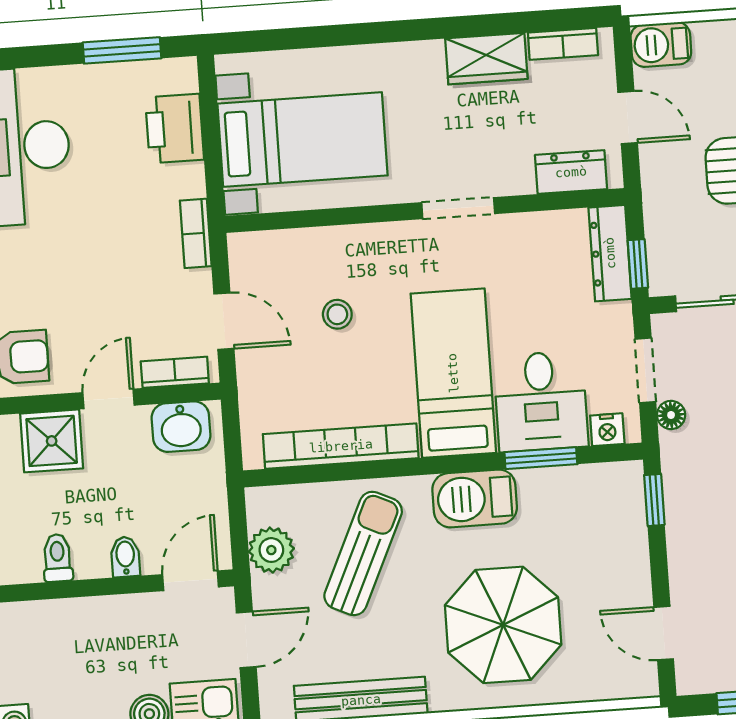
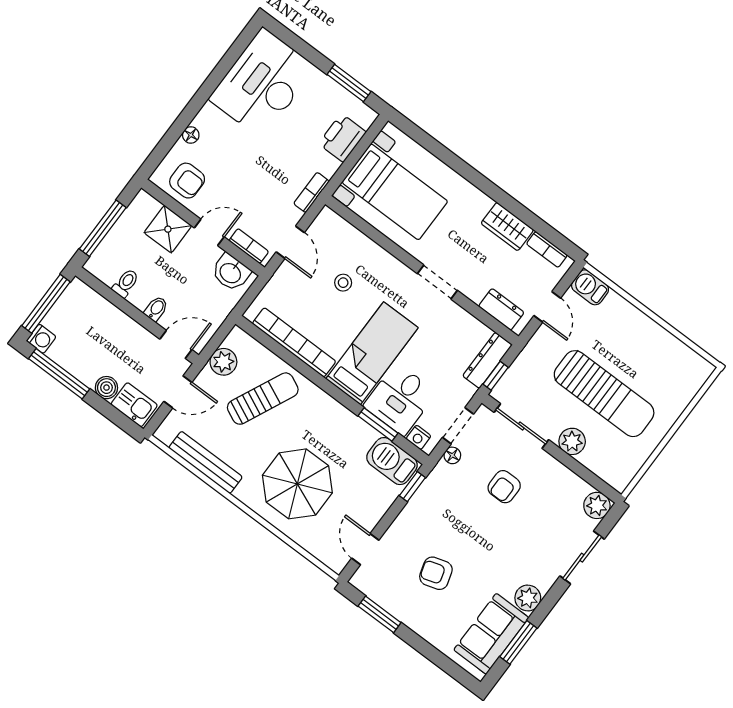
barbecue: (475, 498) -> (392, 461), moved

